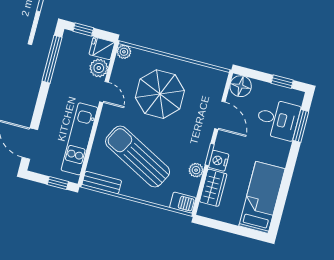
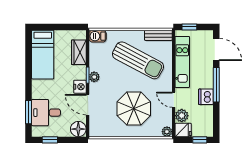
window: (52, 59) -> (216, 85), moved
dishwasher: (60, 85) -> (206, 97), added
nightstand: (219, 161) -> (80, 87), moved
plant: (196, 170) -> (94, 77), moved

